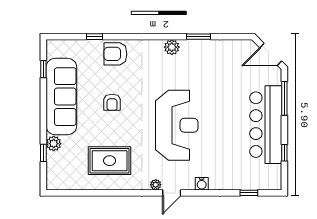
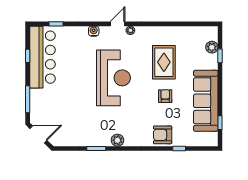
armchair: (115, 54) -> (163, 135), turned 180
reception desk: (177, 125) -> (113, 78), turned 180
bar counter: (266, 125) -> (42, 57), moved
plant: (54, 144) -> (212, 47), moved
rug: (110, 161) -> (164, 62), moved, turned 90

